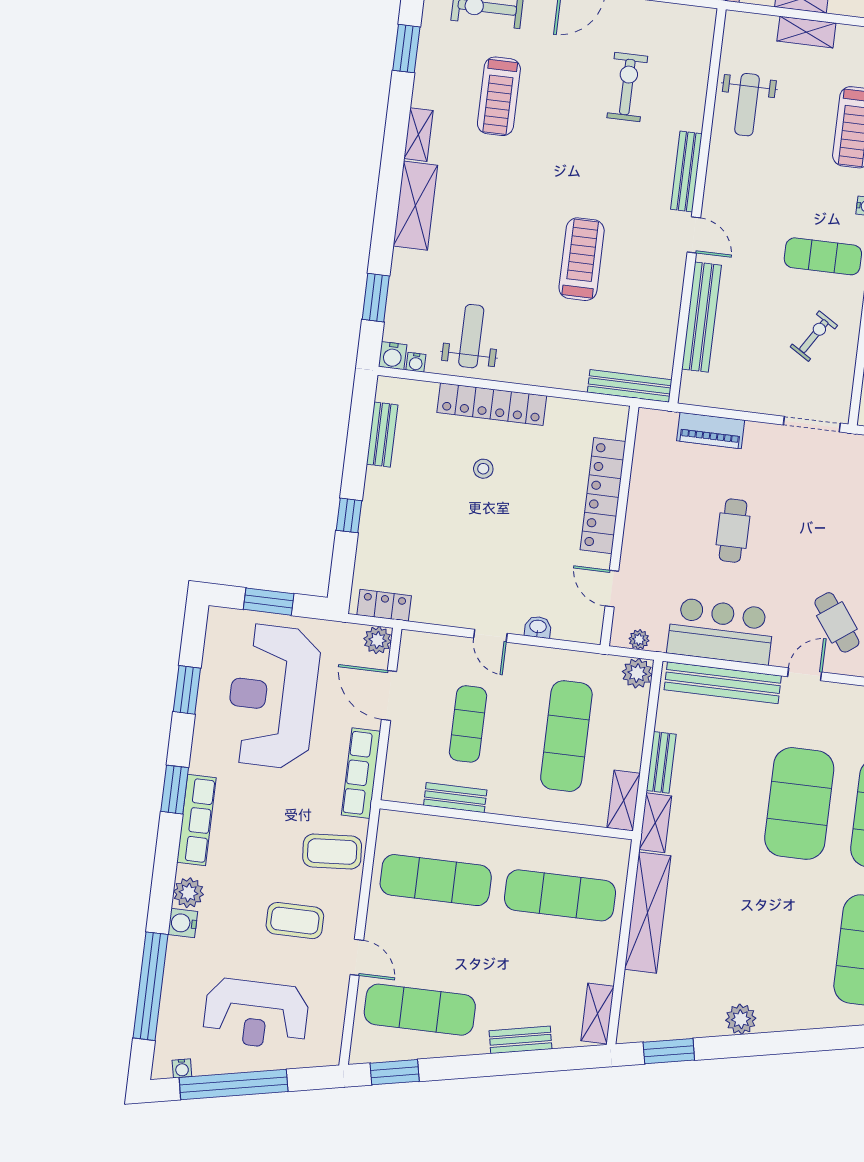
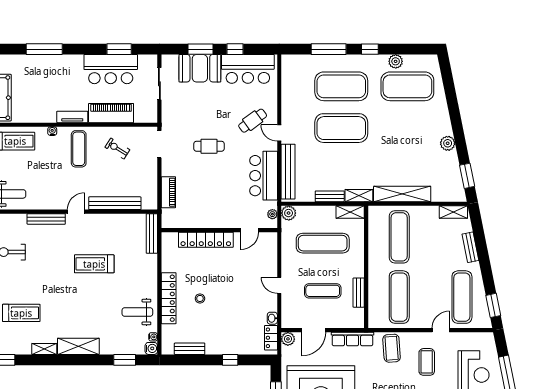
cafe table: (733, 531) -> (209, 146), moved
washbasin: (538, 627) -> (272, 318), moved
door: (490, 636) -> (279, 285), swing flipped

